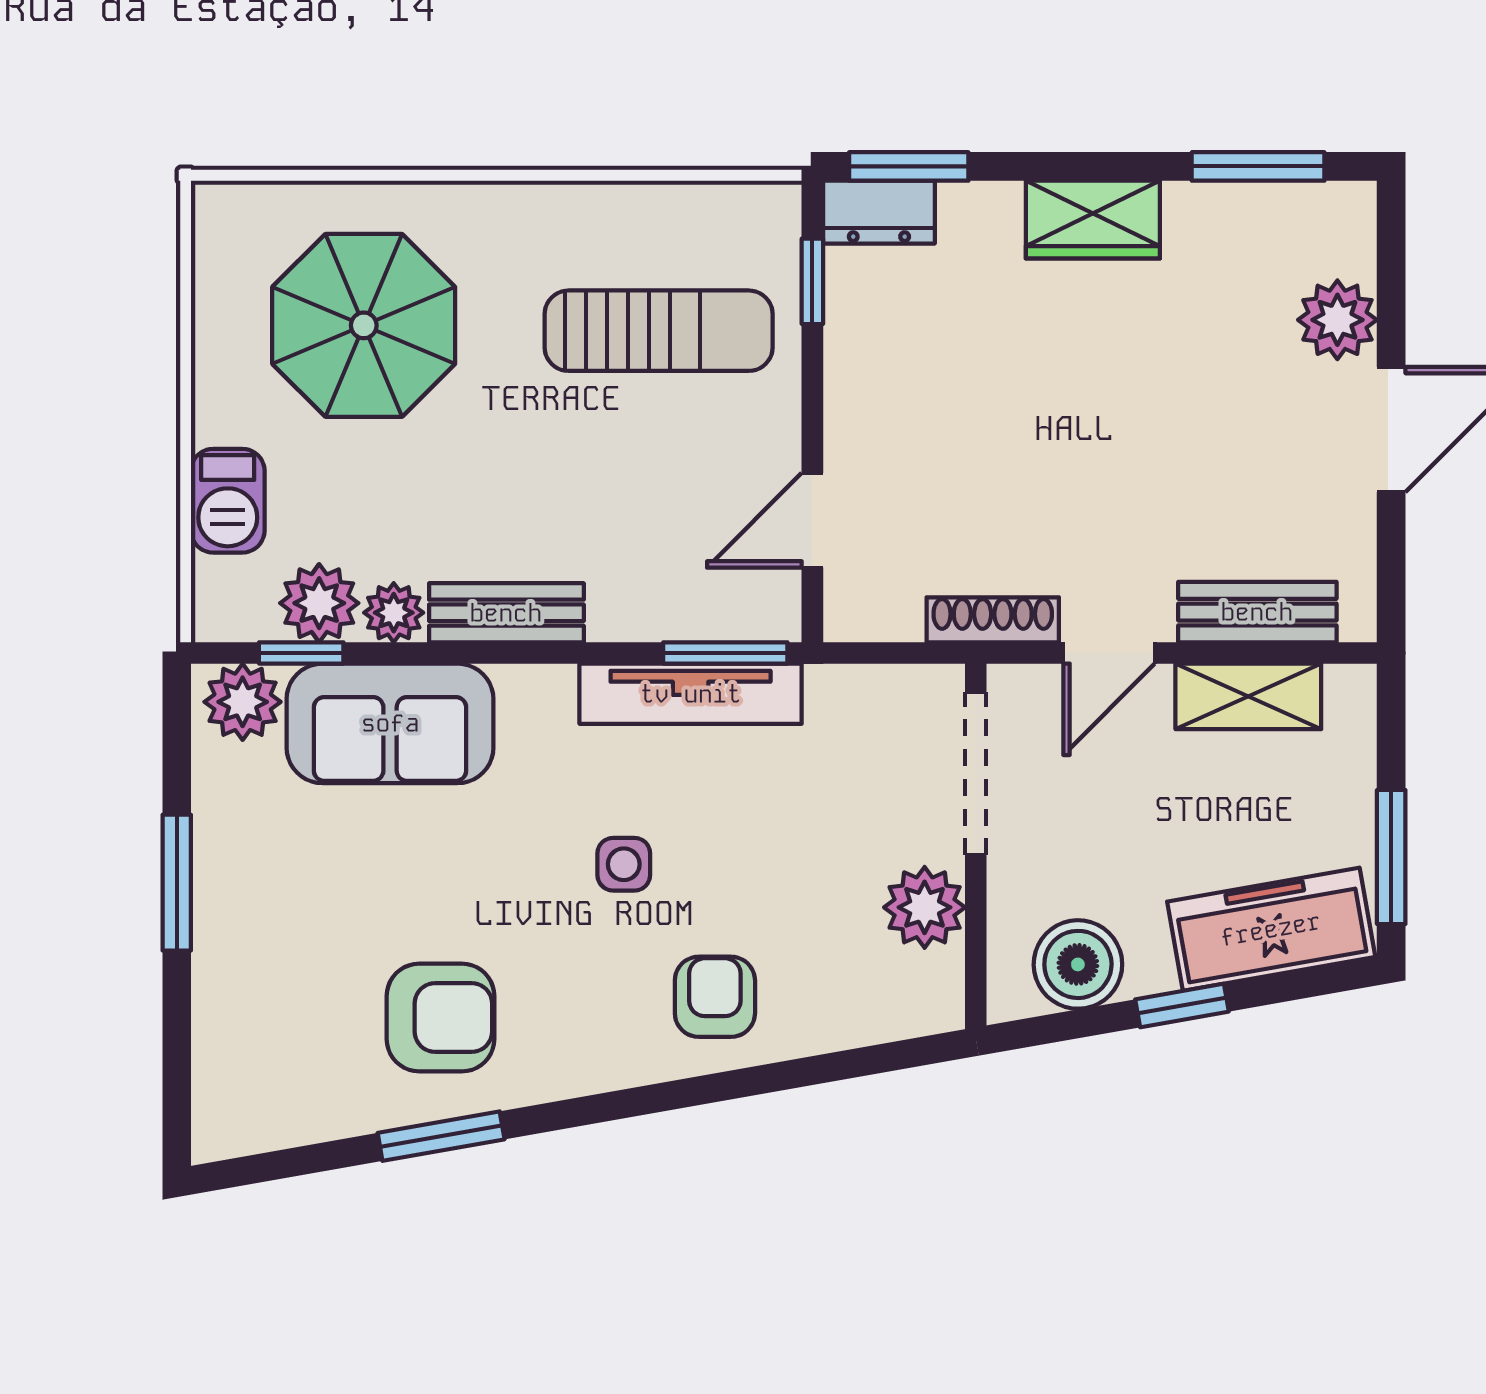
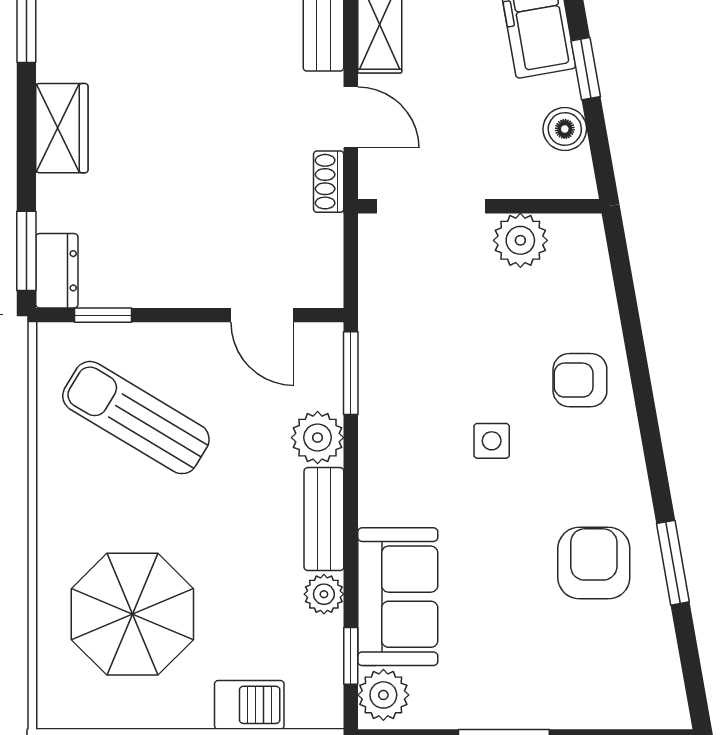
sun lounger: (659, 331) -> (136, 418), turned -59
plant: (319, 603) -> (318, 438), moved
shoe rack: (993, 620) -> (329, 182), width x0.70
tv unit: (691, 694) -> (378, 396), removed
boiler: (1078, 964) -> (565, 129), width x0.73, depth x0.73

